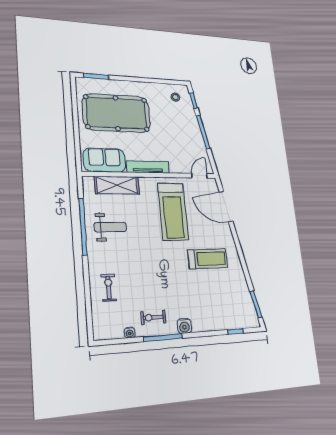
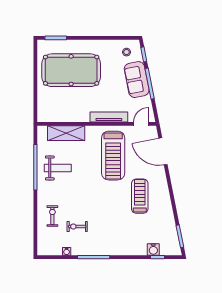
sofa: (104, 160) -> (137, 80), moved, turned -101
tv unit: (148, 167) -> (109, 117), moved
treadmill: (207, 259) -> (140, 196), turned -90
exercise bike: (153, 317) -> (77, 227), moved
water cooler: (184, 326) -> (153, 249), moved

